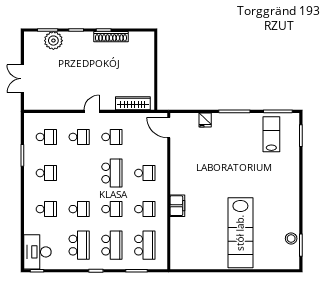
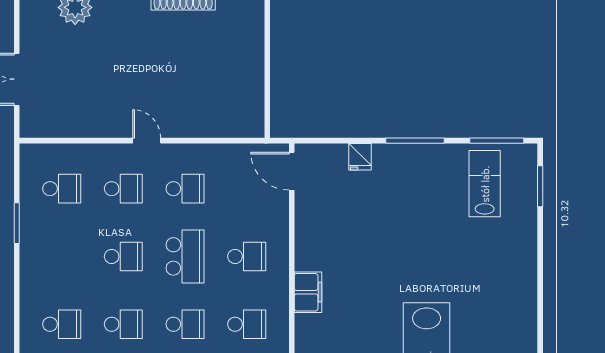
wardrobe: (133, 103) -> (224, 125), removed
door: (92, 111) -> (147, 141), hinge flipped
school desk: (46, 173) -> (123, 256), moved
filing cabinet: (177, 206) -> (308, 292), moved

